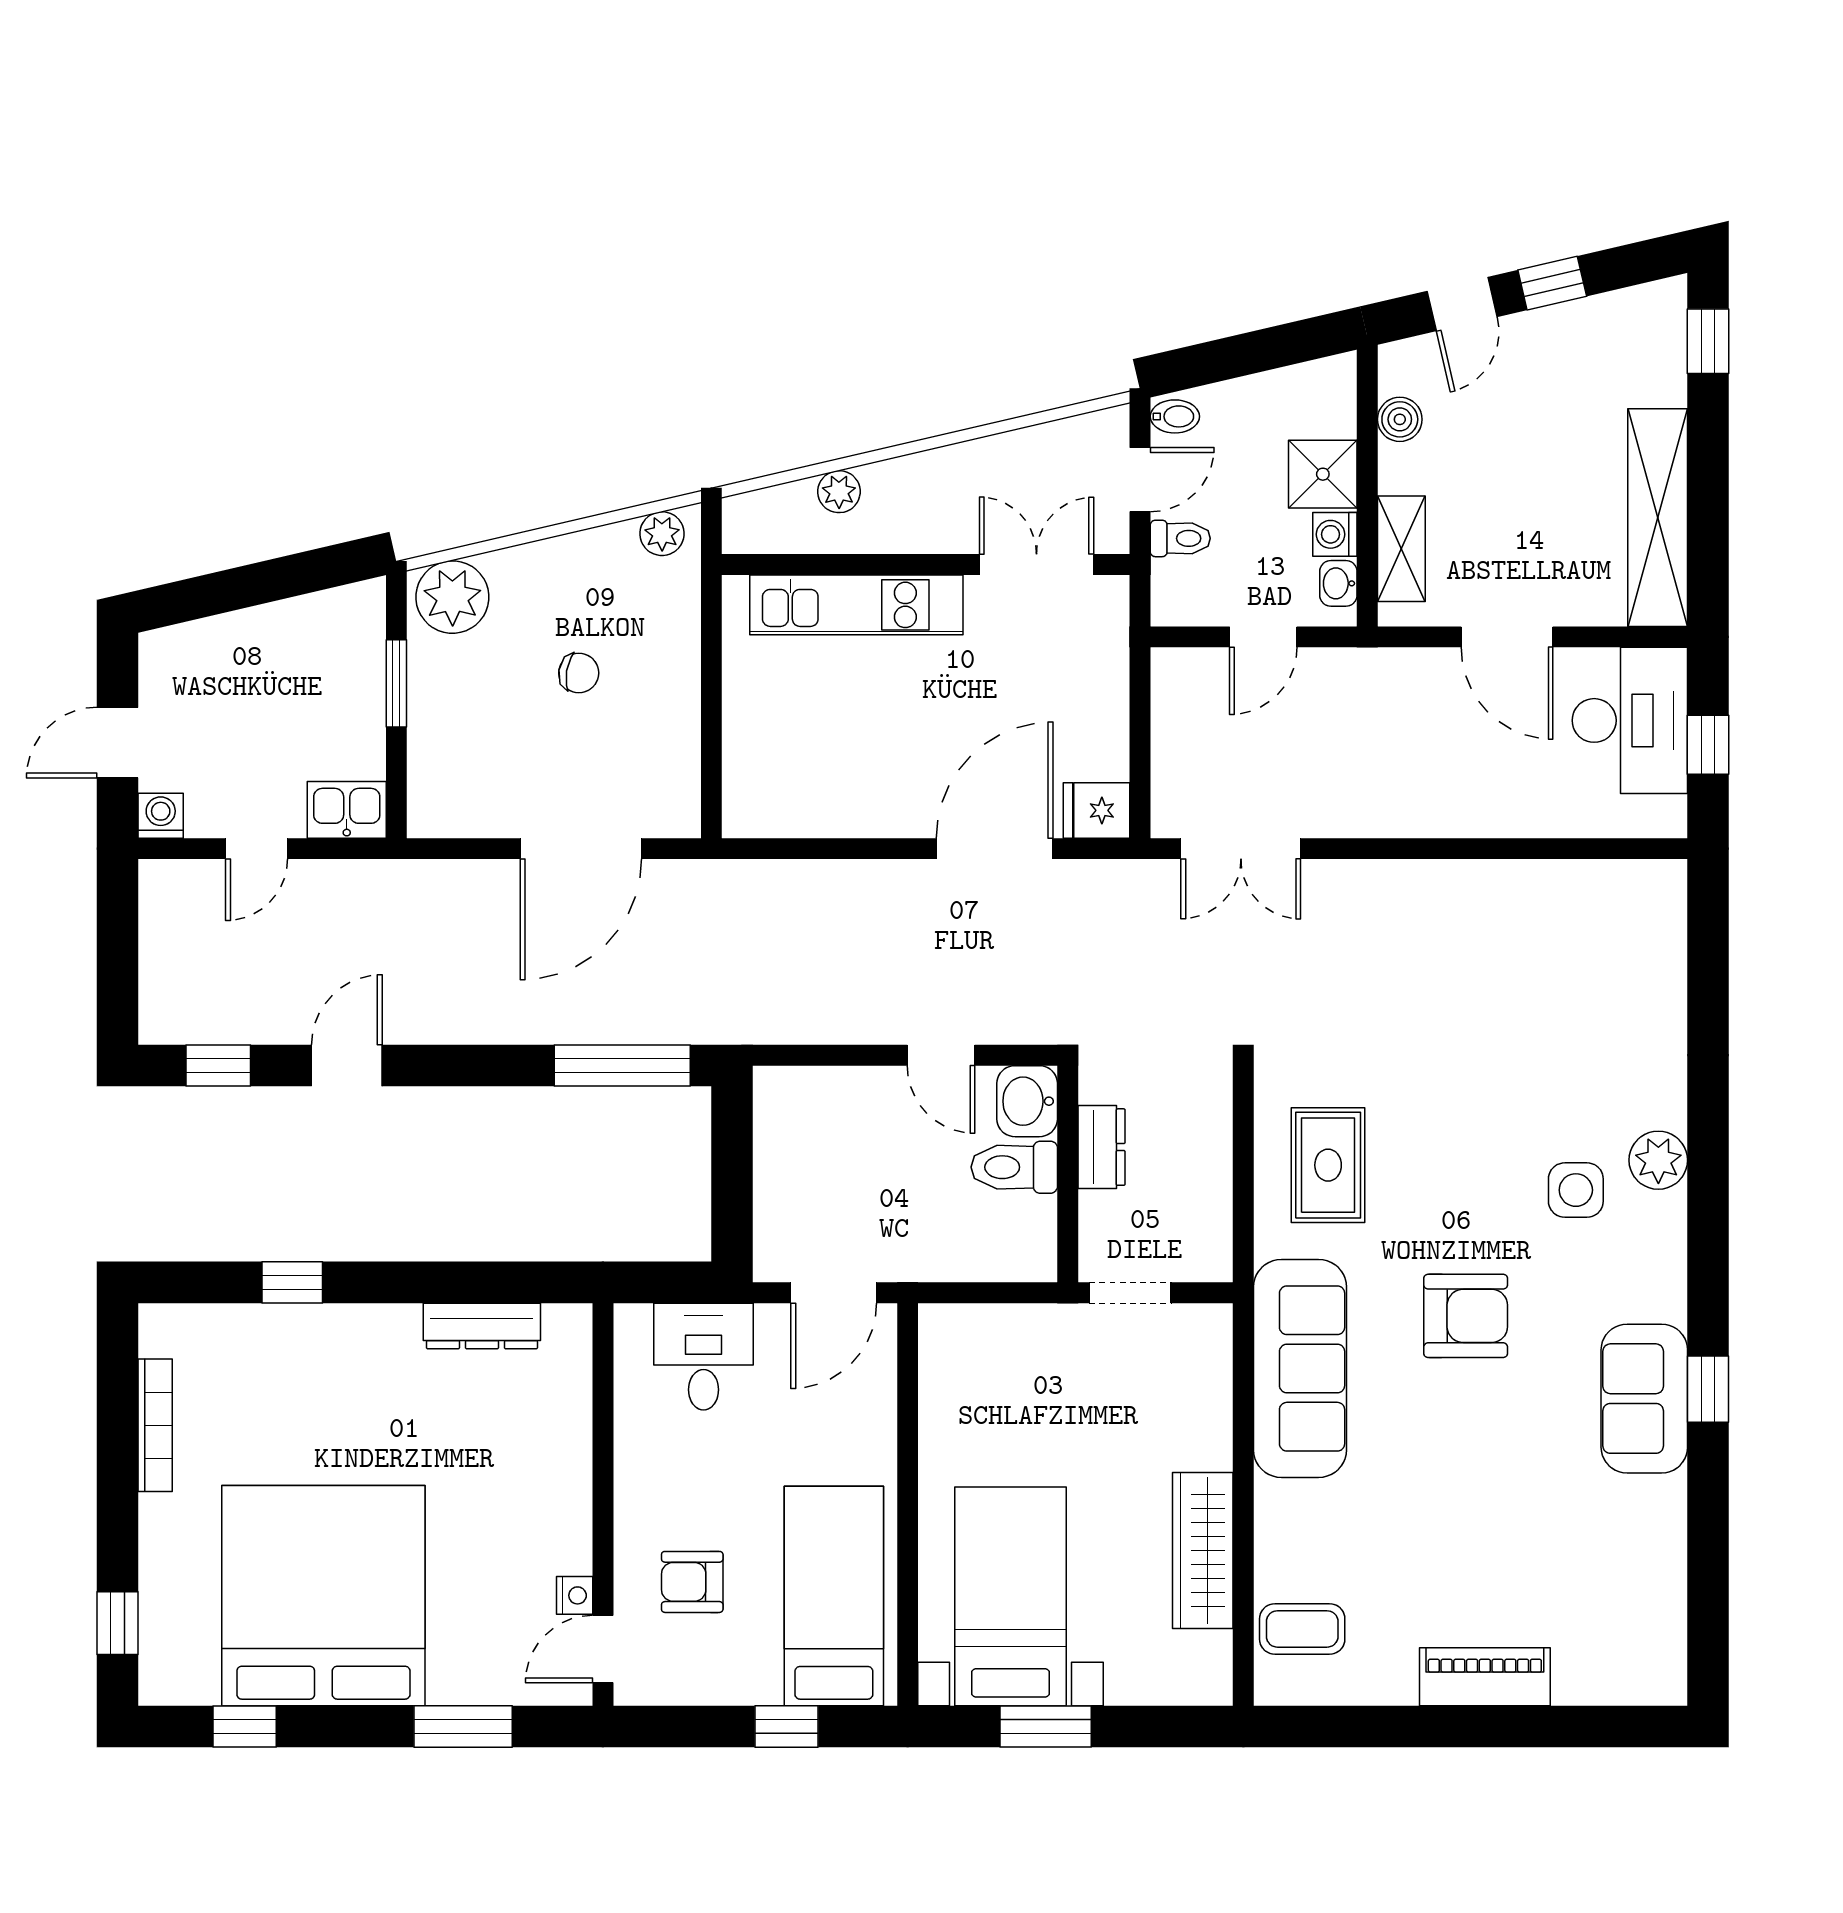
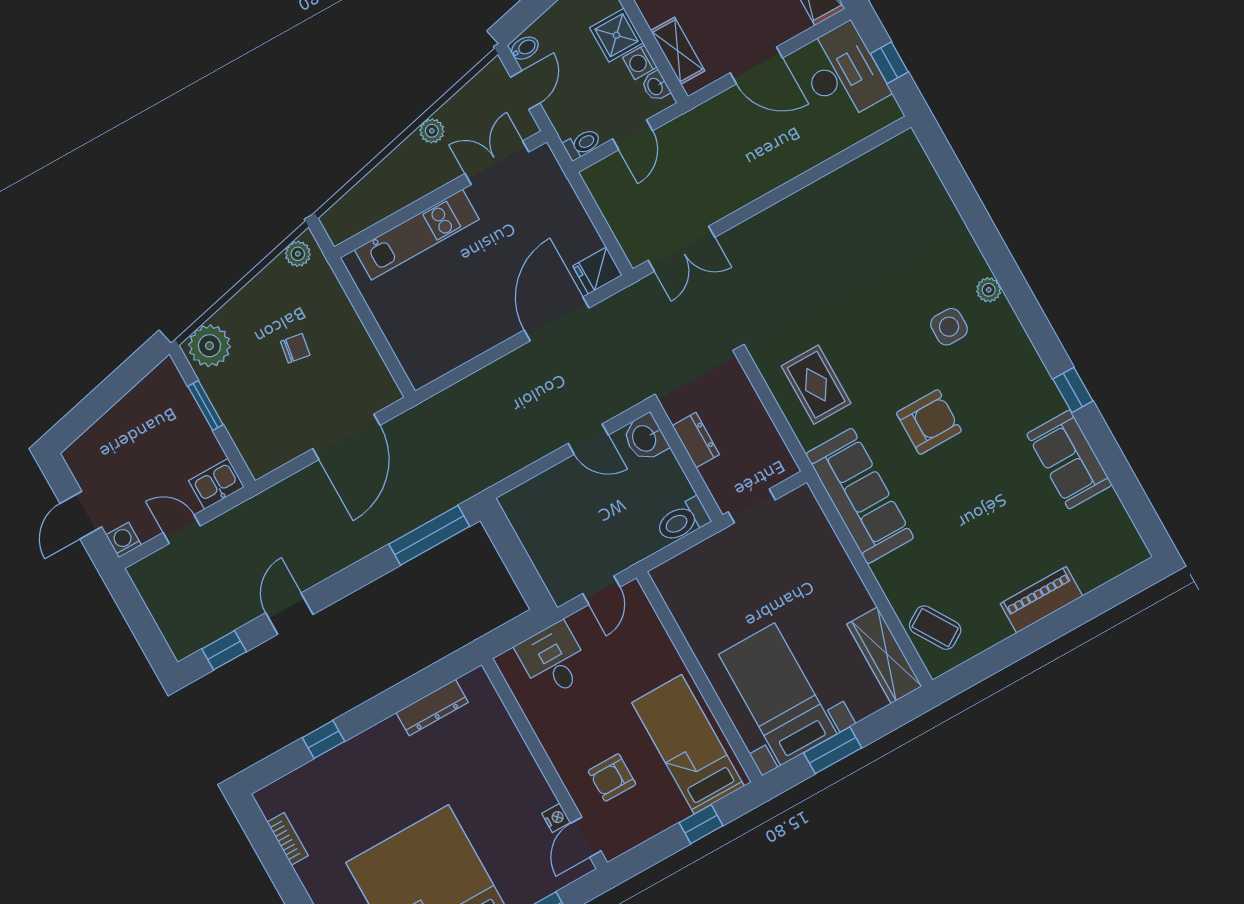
plant: (839, 492) -> (432, 131), moved
toilet: (1180, 538) -> (582, 144), moved
door: (257, 849) -> (182, 529), swing flipped
plant: (1658, 1160) -> (989, 290), width x0.73, depth x0.73
toilet: (1014, 1167) -> (683, 520), moved
door: (834, 1293) -> (601, 590), width x0.73
sofa: (1644, 1399) -> (1069, 460), moved
bookcase: (155, 1425) -> (288, 839), width x0.64
wardrobe: (1203, 1551) -> (884, 655), moved
coffee table: (1302, 1629) -> (935, 628), turned 58

